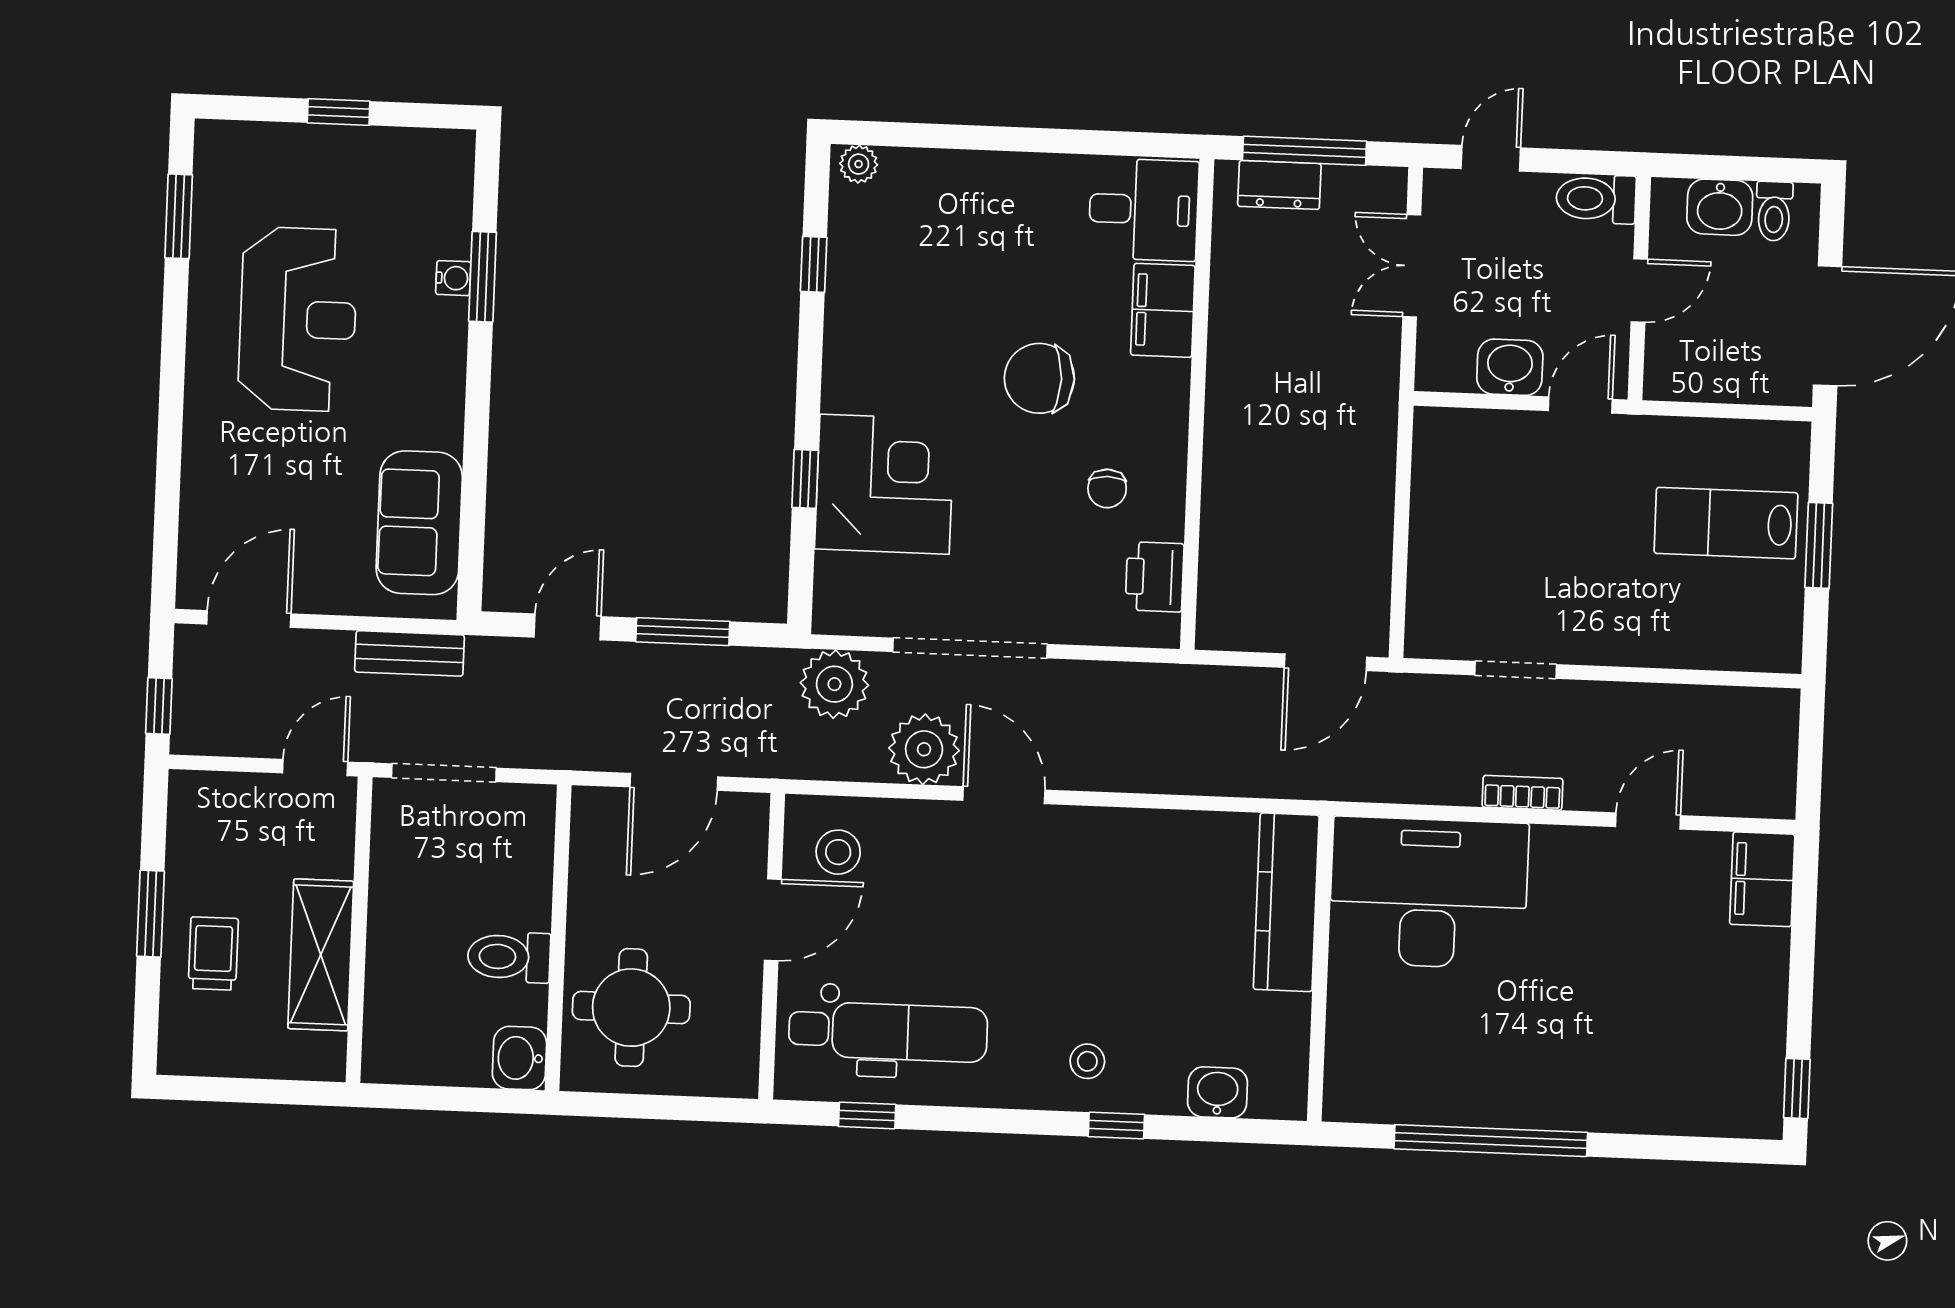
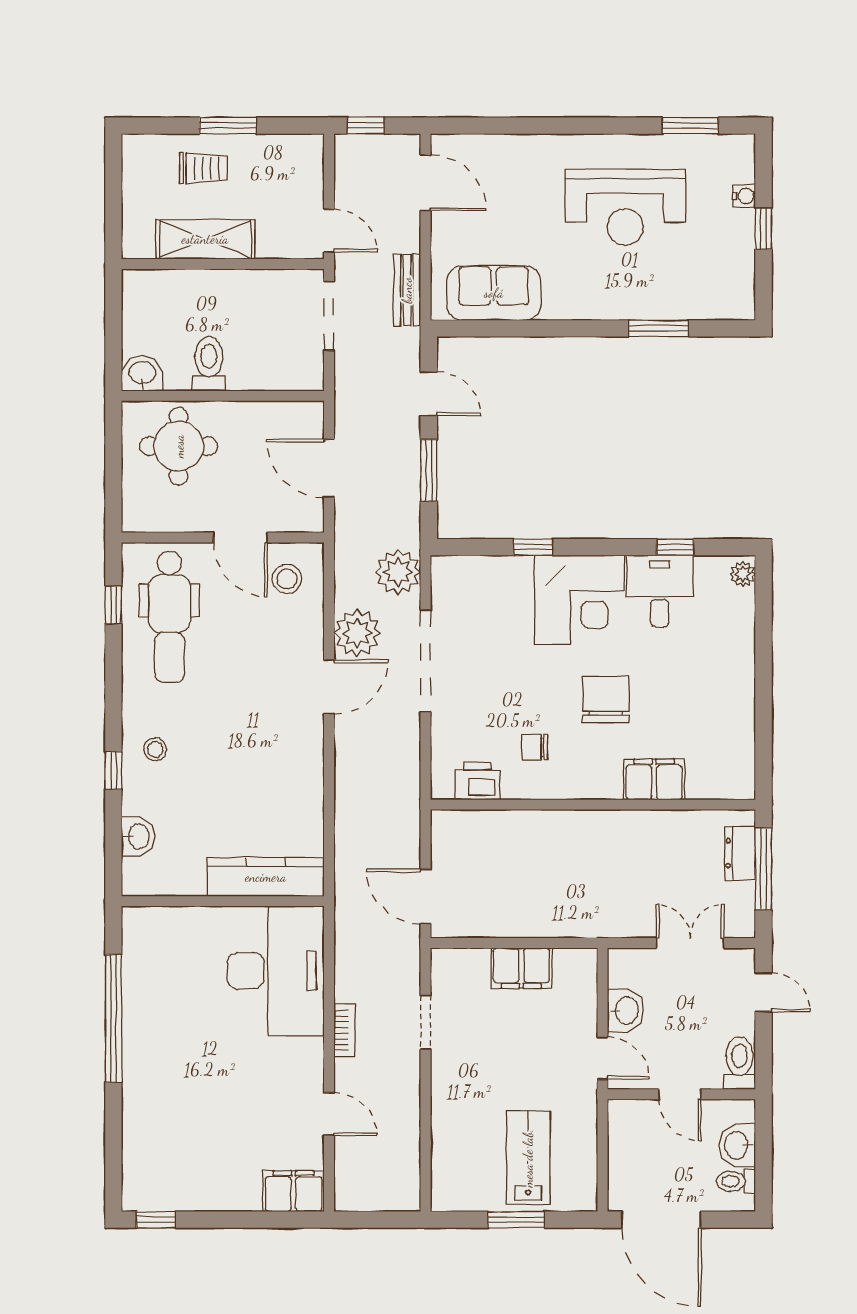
desk: (1144, 210) -> (660, 591), moved, turned 180
water cooler: (453, 278) -> (744, 196), moved, turned -90
corner desk: (885, 484) -> (579, 600), moved
filing cabinet: (1439, 522) -> (521, 968), added

